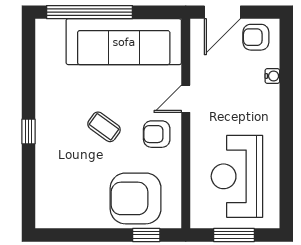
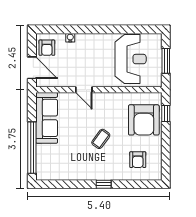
sofa: (124, 42) -> (47, 118), width x0.74, depth x0.79
armchair: (157, 134) -> (138, 160), moved
reception desk: (237, 176) -> (131, 59), turned -90

